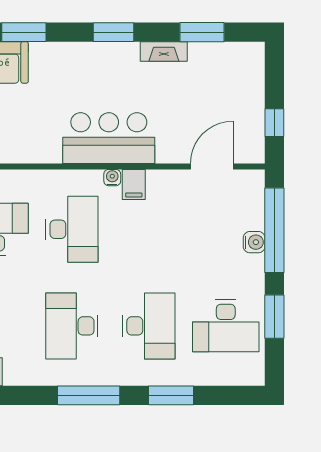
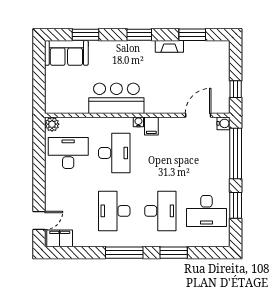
bar counter: (109, 138) -> (116, 98), moved
water cooler: (254, 242) -> (224, 123), moved

